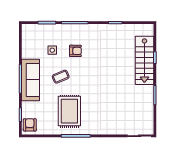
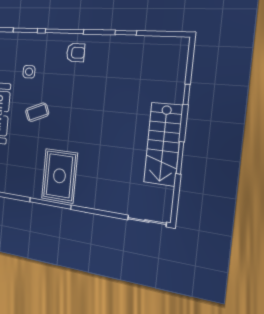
armchair: (75, 51) -> (76, 53), moved
stairs: (144, 60) -> (163, 144), moved
rug: (69, 111) -> (59, 176), moved

